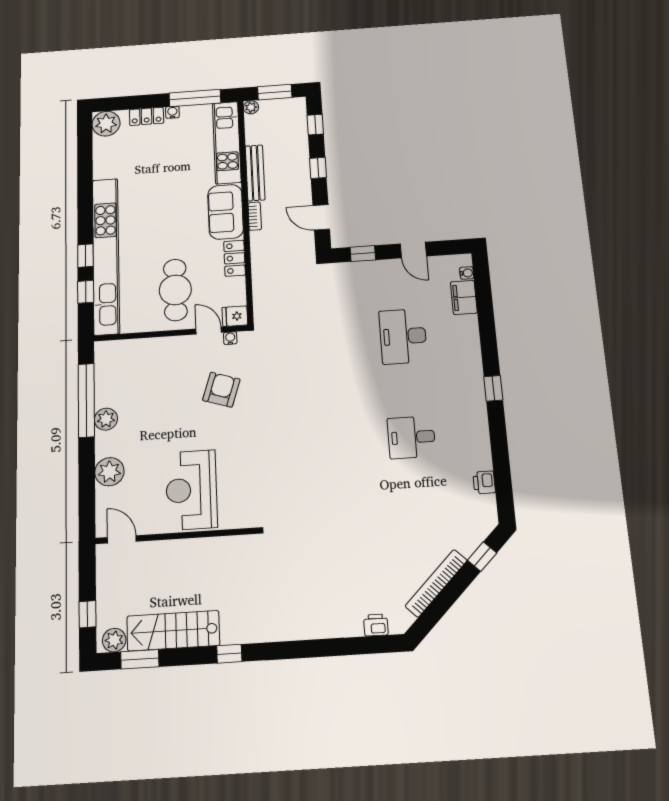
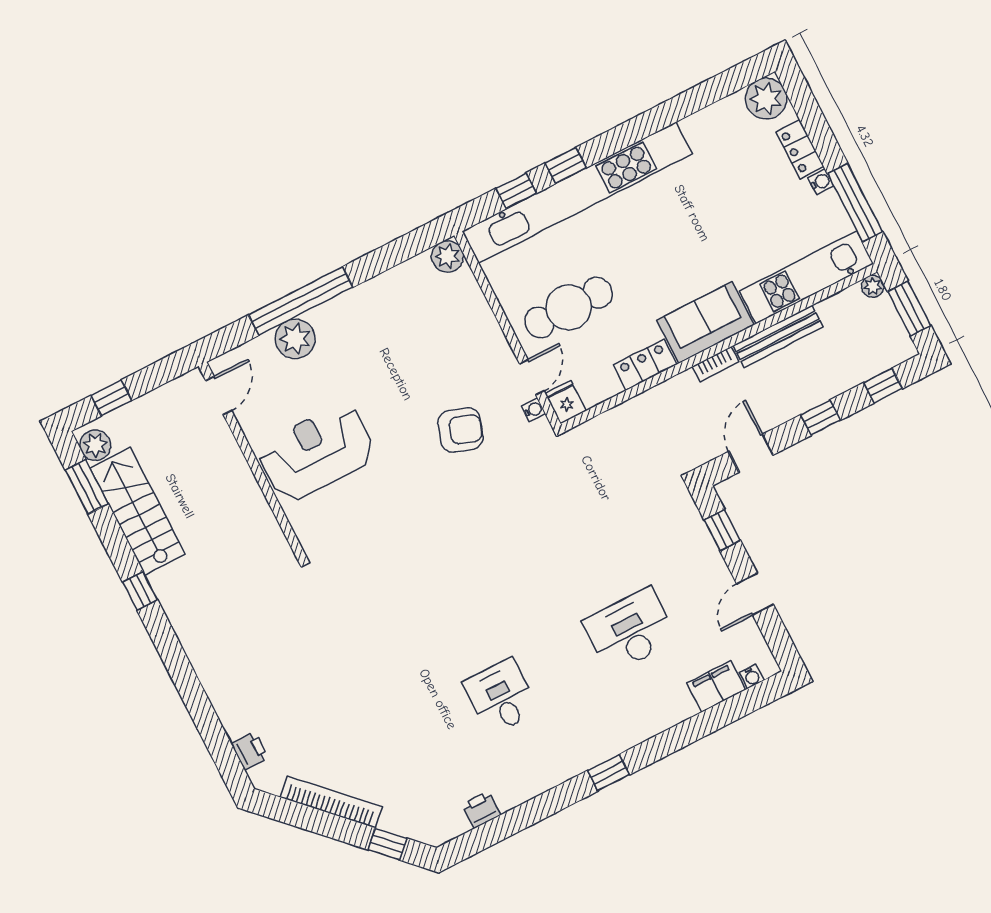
window: (86, 400) -> (301, 301), moved
plant: (106, 419) -> (447, 256), moved

